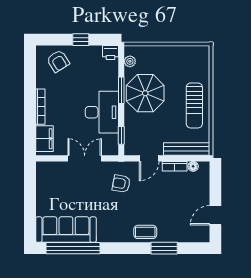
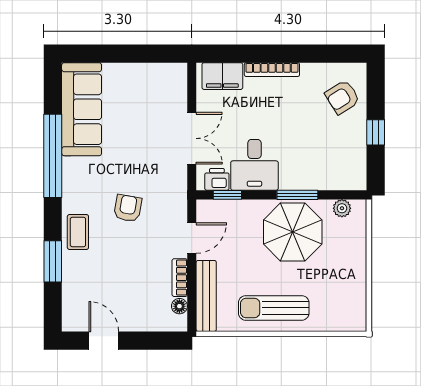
printer: (111, 53) -> (217, 179), moved, turned 90
desk: (102, 112) -> (254, 165), width x0.73
door: (149, 158) -> (192, 238), swing flipped
armchair: (121, 184) -> (128, 208), moved
window: (73, 248) -> (53, 156), moved

